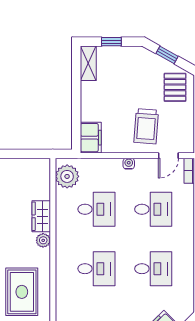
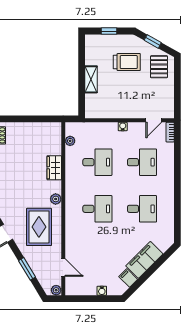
shelving: (88, 63) -> (91, 79), moved
trolley: (146, 126) -> (127, 62), moved, turned -94
filing cabinet: (91, 138) -> (93, 106), removed
plant: (67, 176) -> (70, 141), width x0.53, depth x0.53
plant: (43, 240) -> (56, 199), moved

